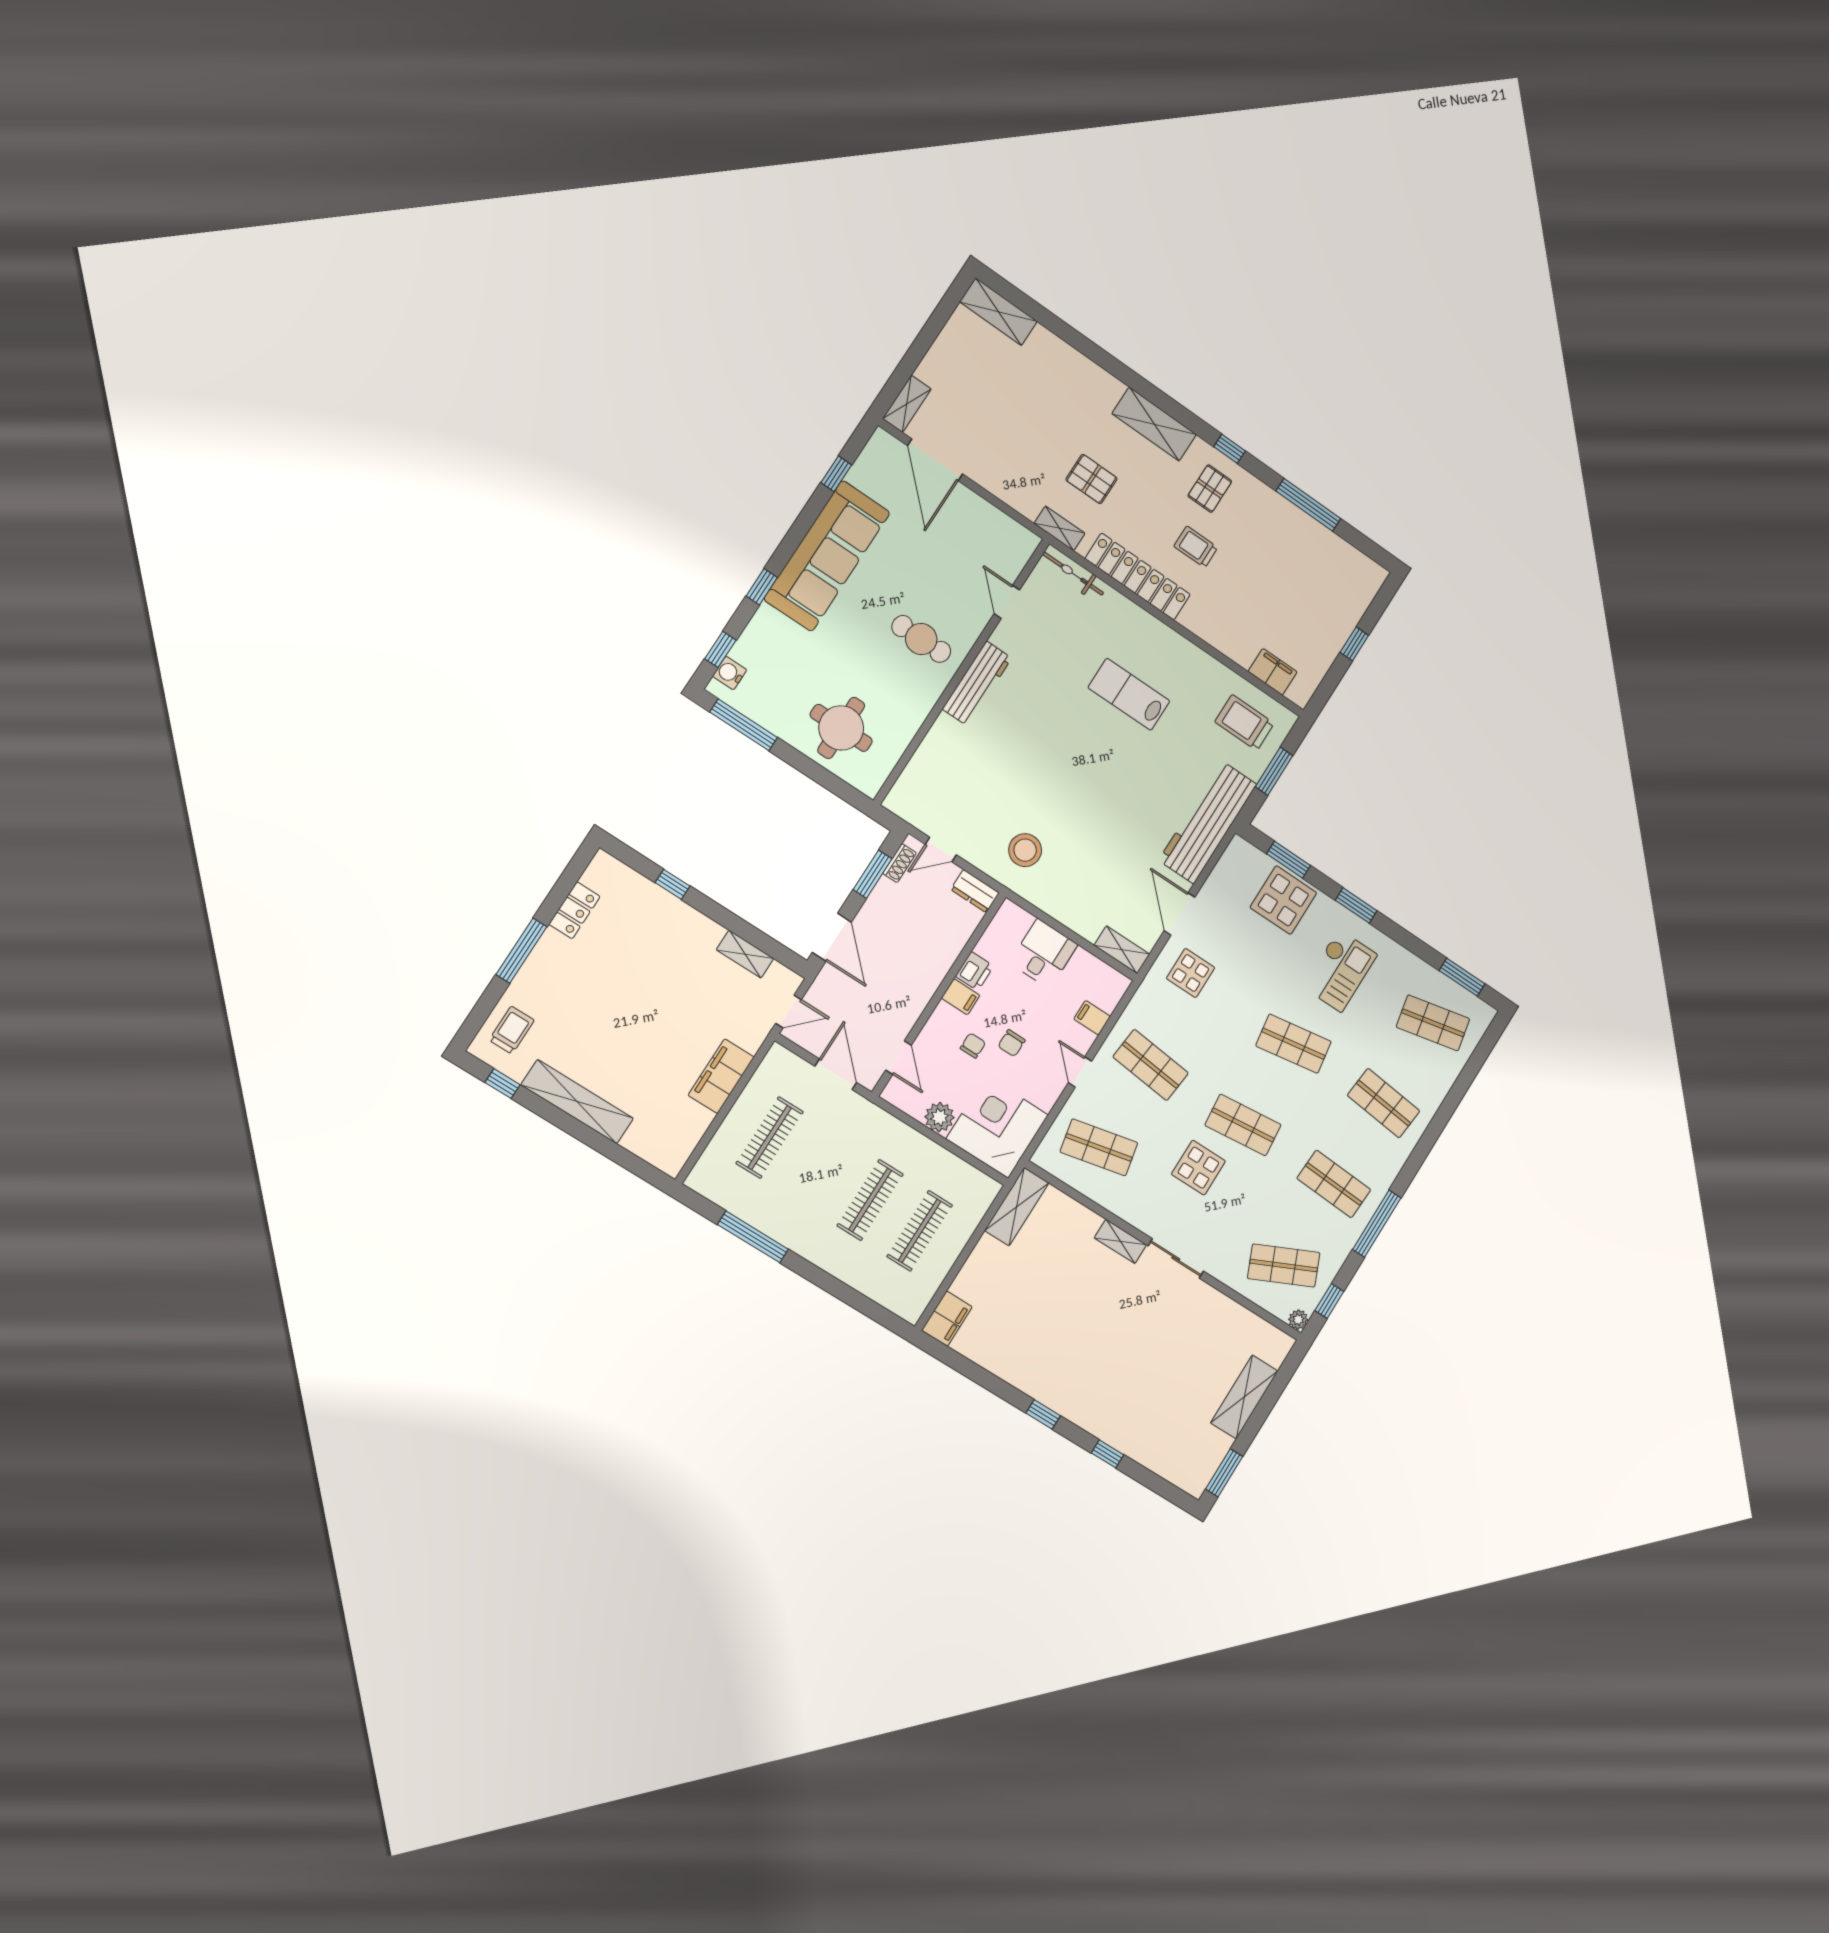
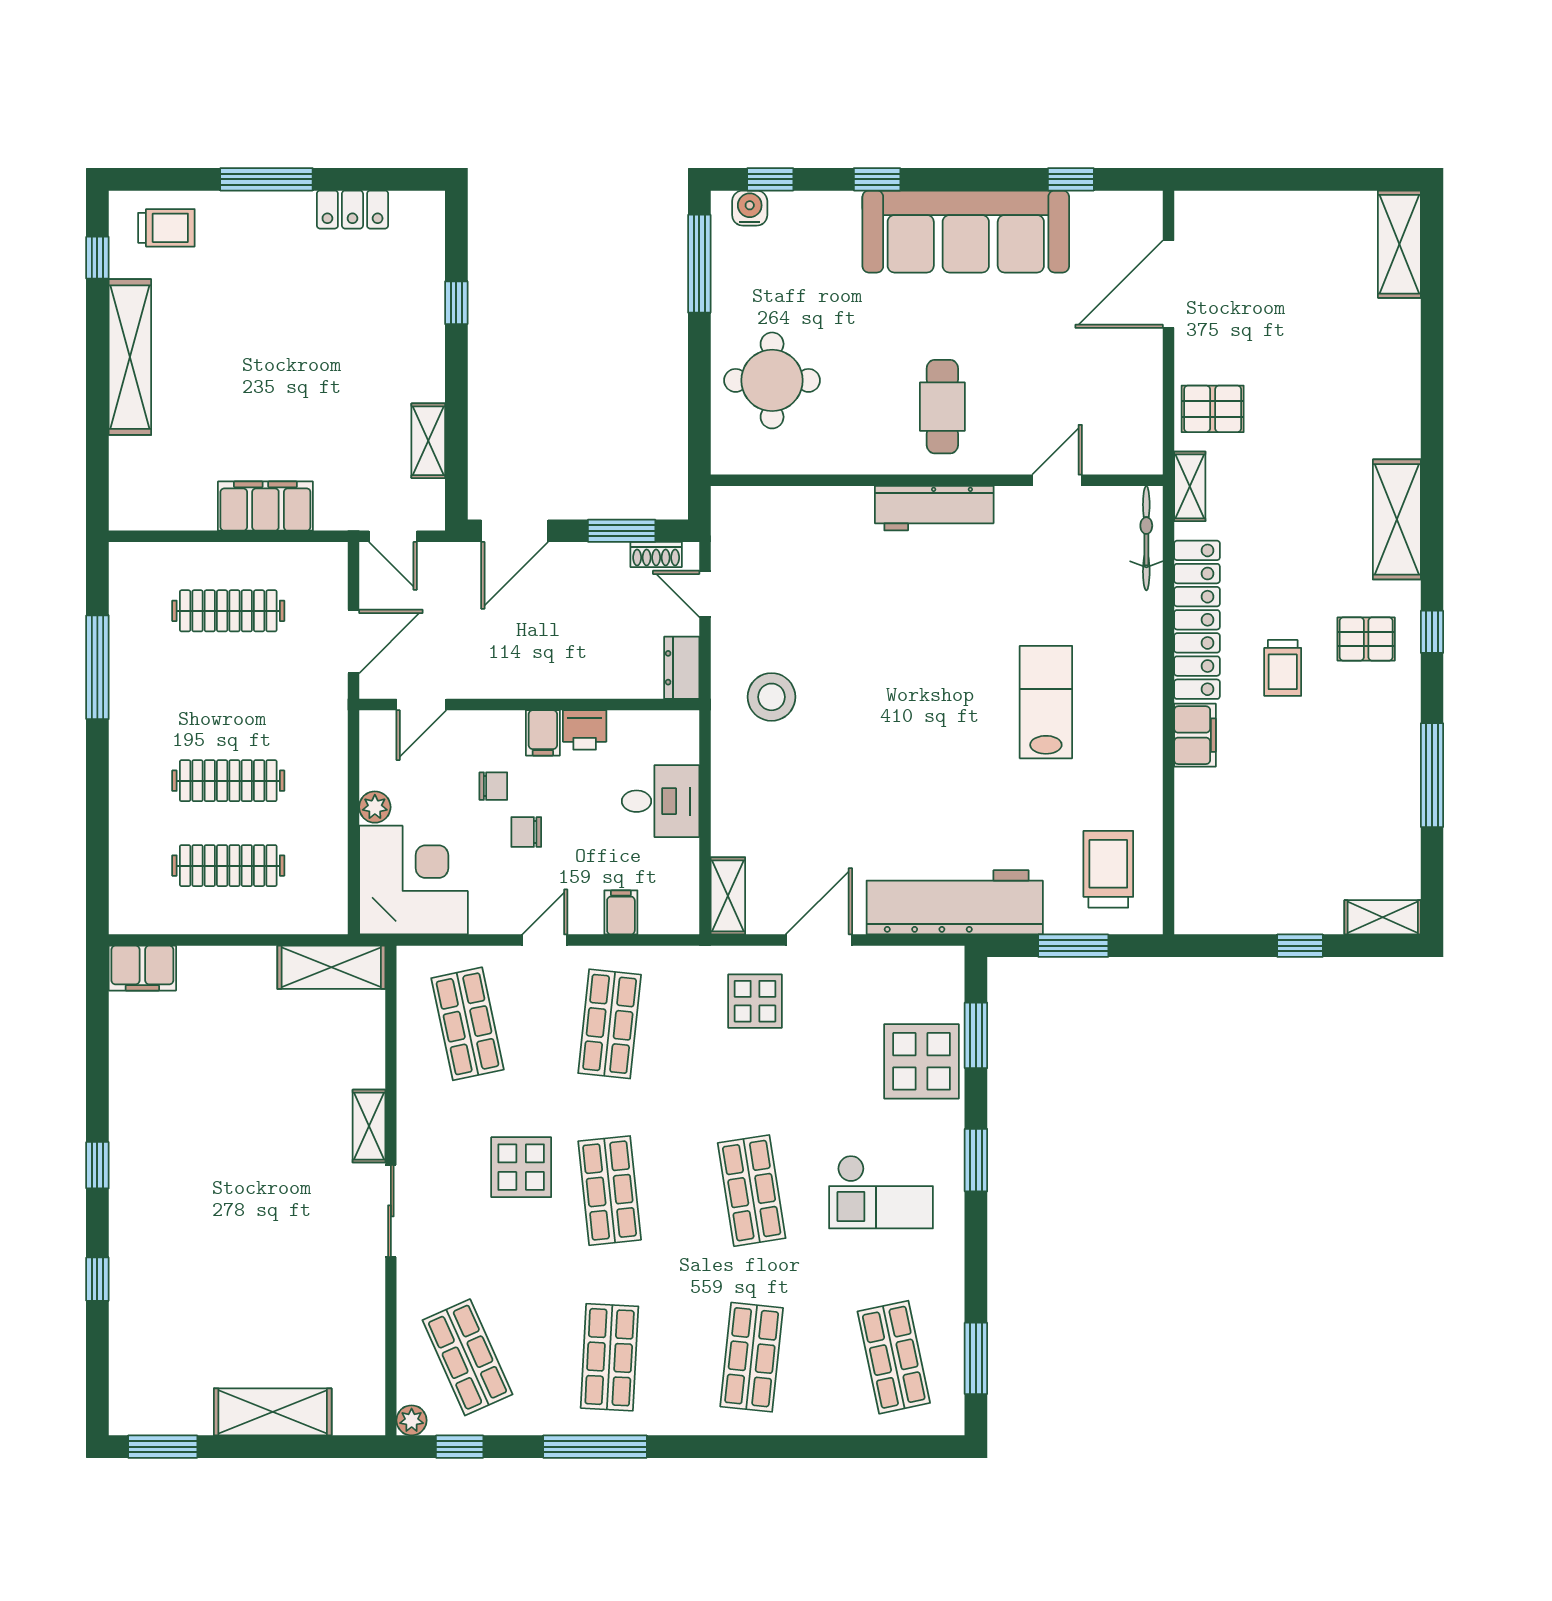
shelving: (907, 404) -> (1383, 917), moved
pallet: (1092, 479) -> (1213, 409), moved, turned 90
trolley: (1196, 547) -> (1283, 668), turned 180
filing cabinet: (1273, 672) -> (1195, 735), moved
plant: (939, 1117) -> (375, 807), width x0.73, depth x0.73

